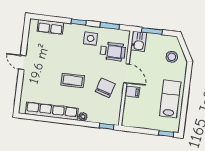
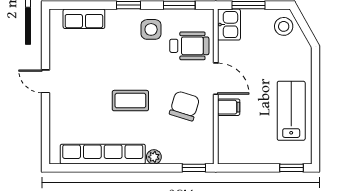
stool: (172, 57) -> (284, 26), moved

